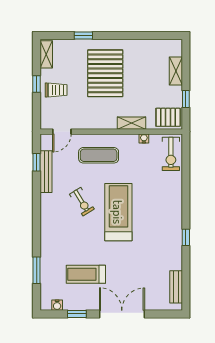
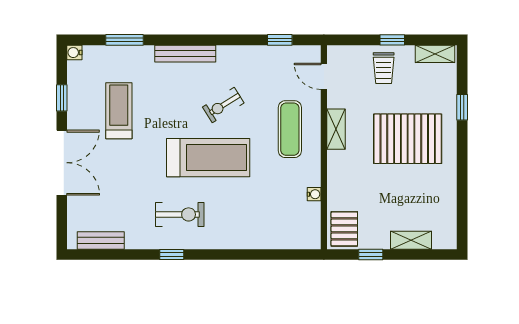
shelving: (131, 123) -> (336, 129), moved
exercise bike: (171, 154) -> (180, 214), moved, turned 180
bench: (46, 172) -> (185, 54), moved
water cooler: (57, 305) -> (74, 53), moved

